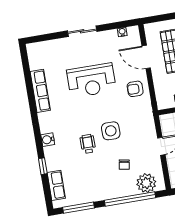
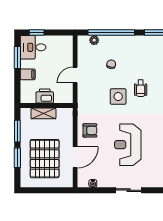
door: (146, 57) -> (75, 157), hinge flipped
reception desk: (91, 80) -> (128, 145), turned -90
plant: (146, 183) -> (94, 40), width x0.53, depth x0.53

